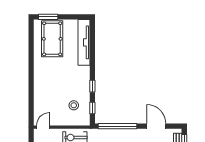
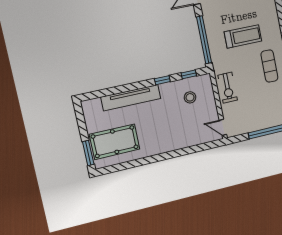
tv unit: (84, 42) -> (131, 98), moved

